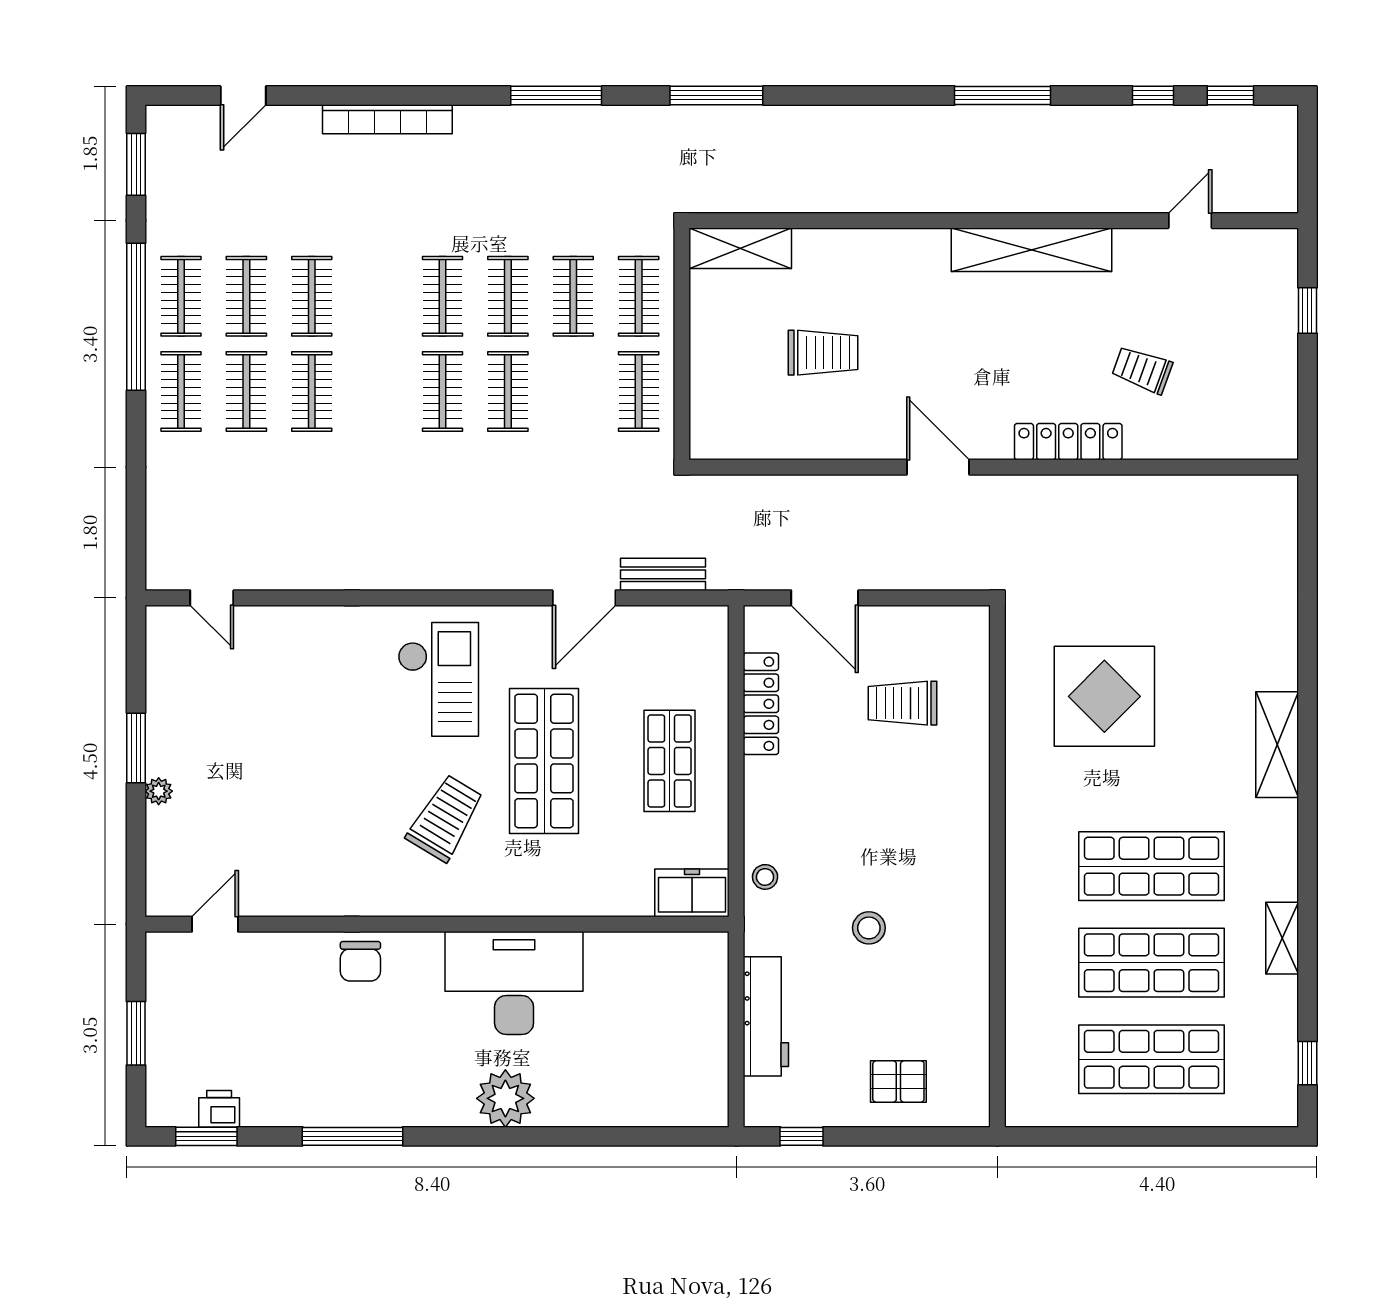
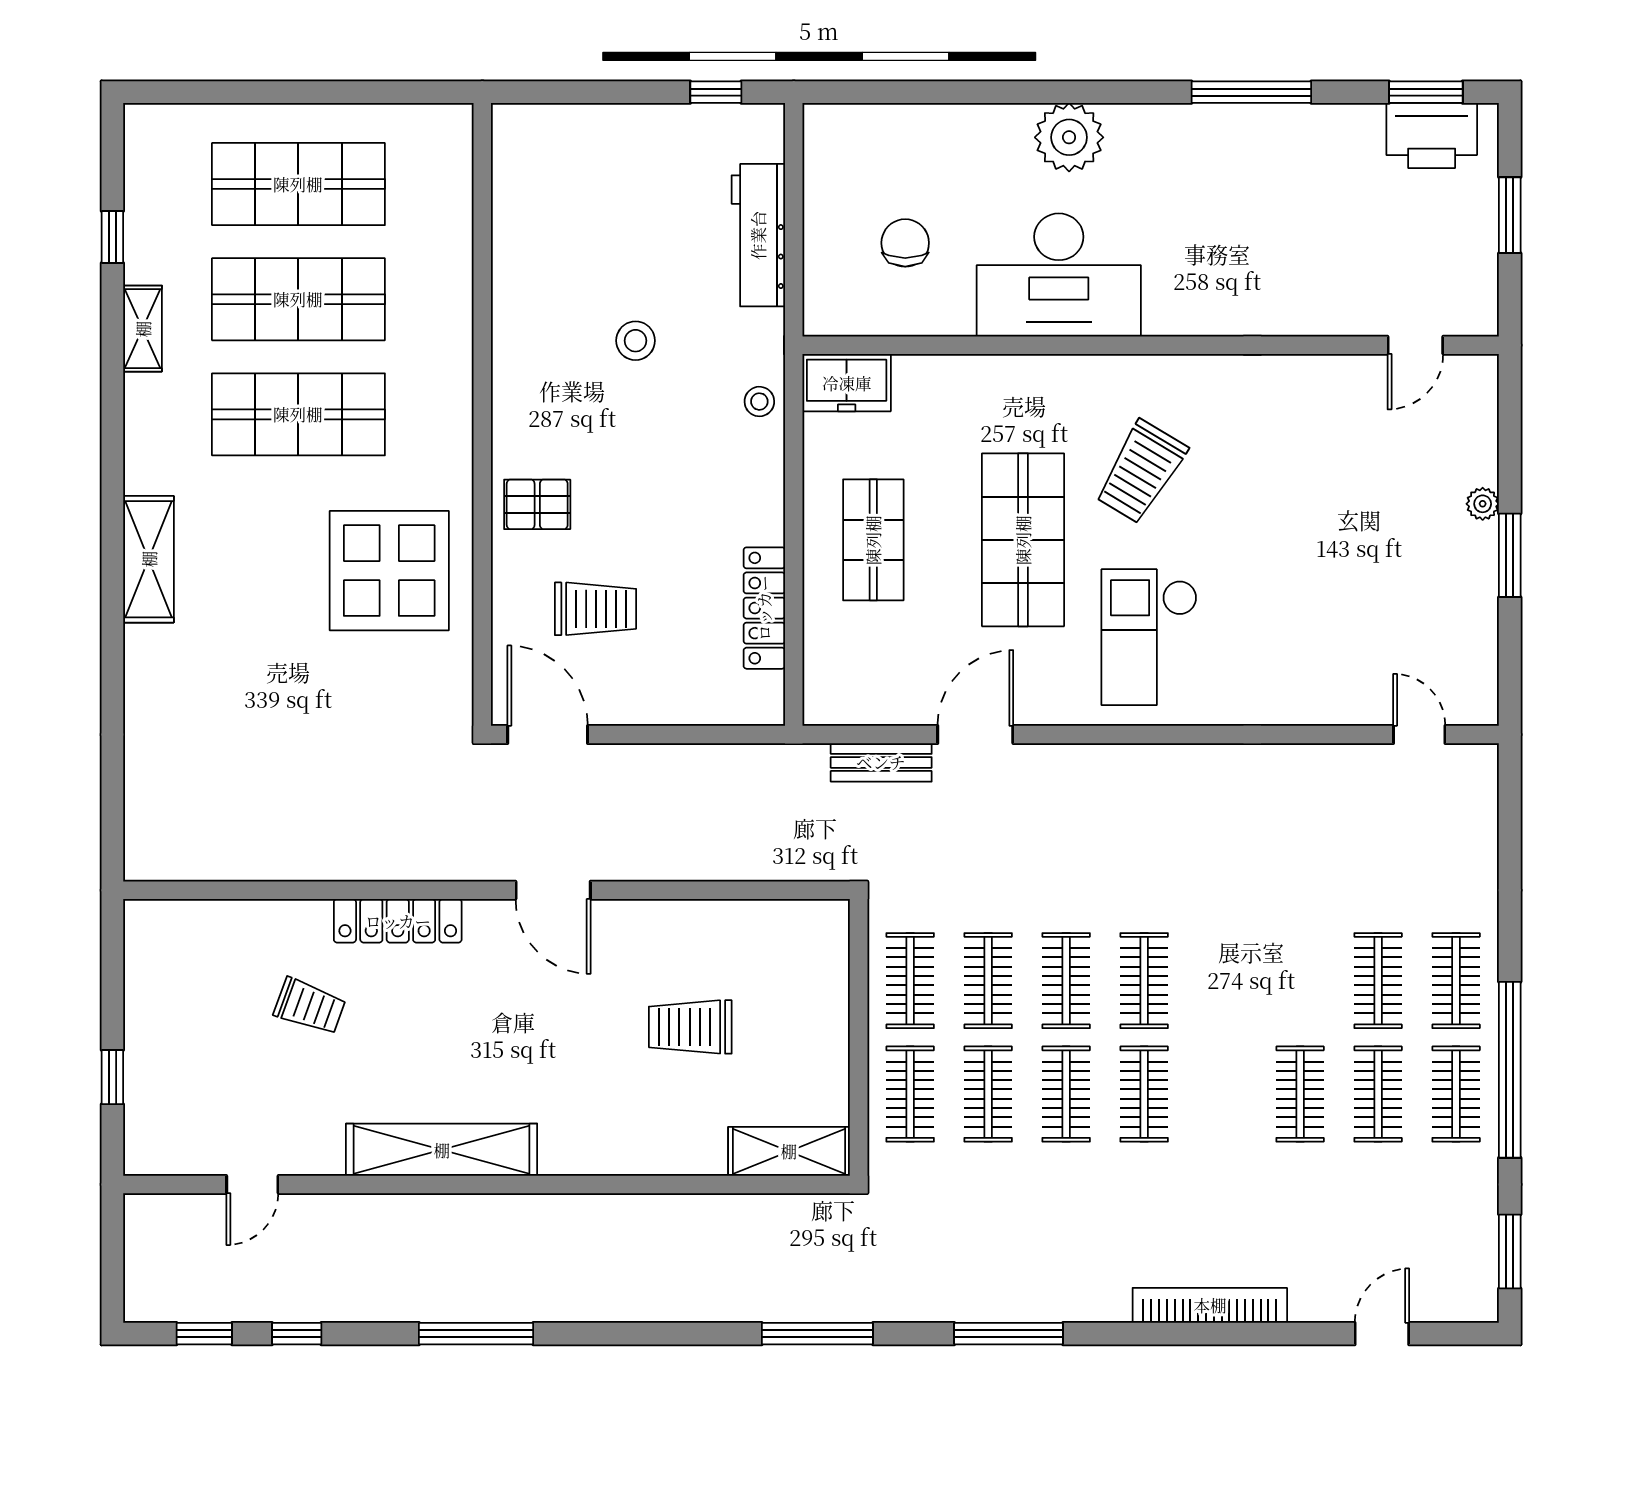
clothes rail: (312, 391) -> (988, 981), moved
door: (825, 598) -> (548, 735), moved
display table: (1104, 696) -> (389, 571), moved
chair: (360, 961) -> (905, 243), moved
window: (1307, 1063) -> (112, 237), moved
pallet: (898, 1082) -> (537, 504), moved
printer: (219, 1109) -> (1432, 136), width x1.87, depth x1.48

